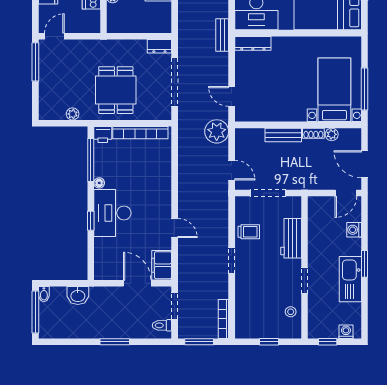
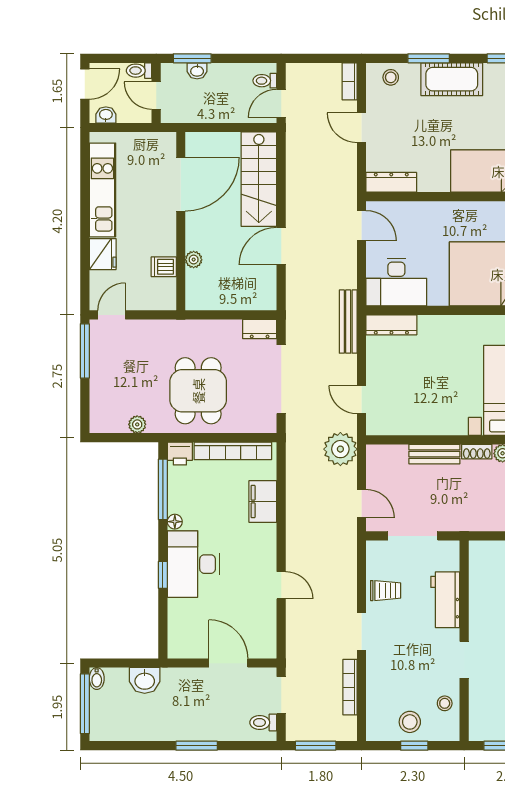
bench: (222, 35) -> (348, 322), width x1.36
filing cabinet: (162, 265) -> (263, 502), moved
bookcase: (223, 319) -> (350, 687), moved
stool: (266, 325) -> (410, 722), added

